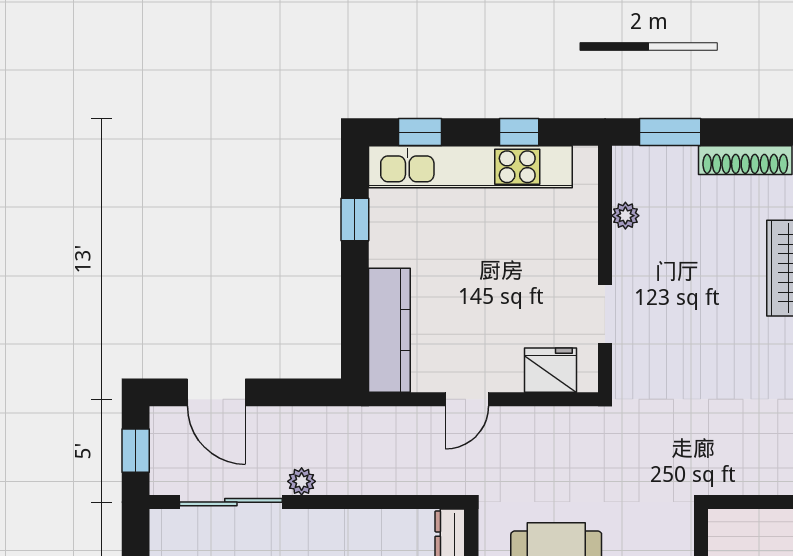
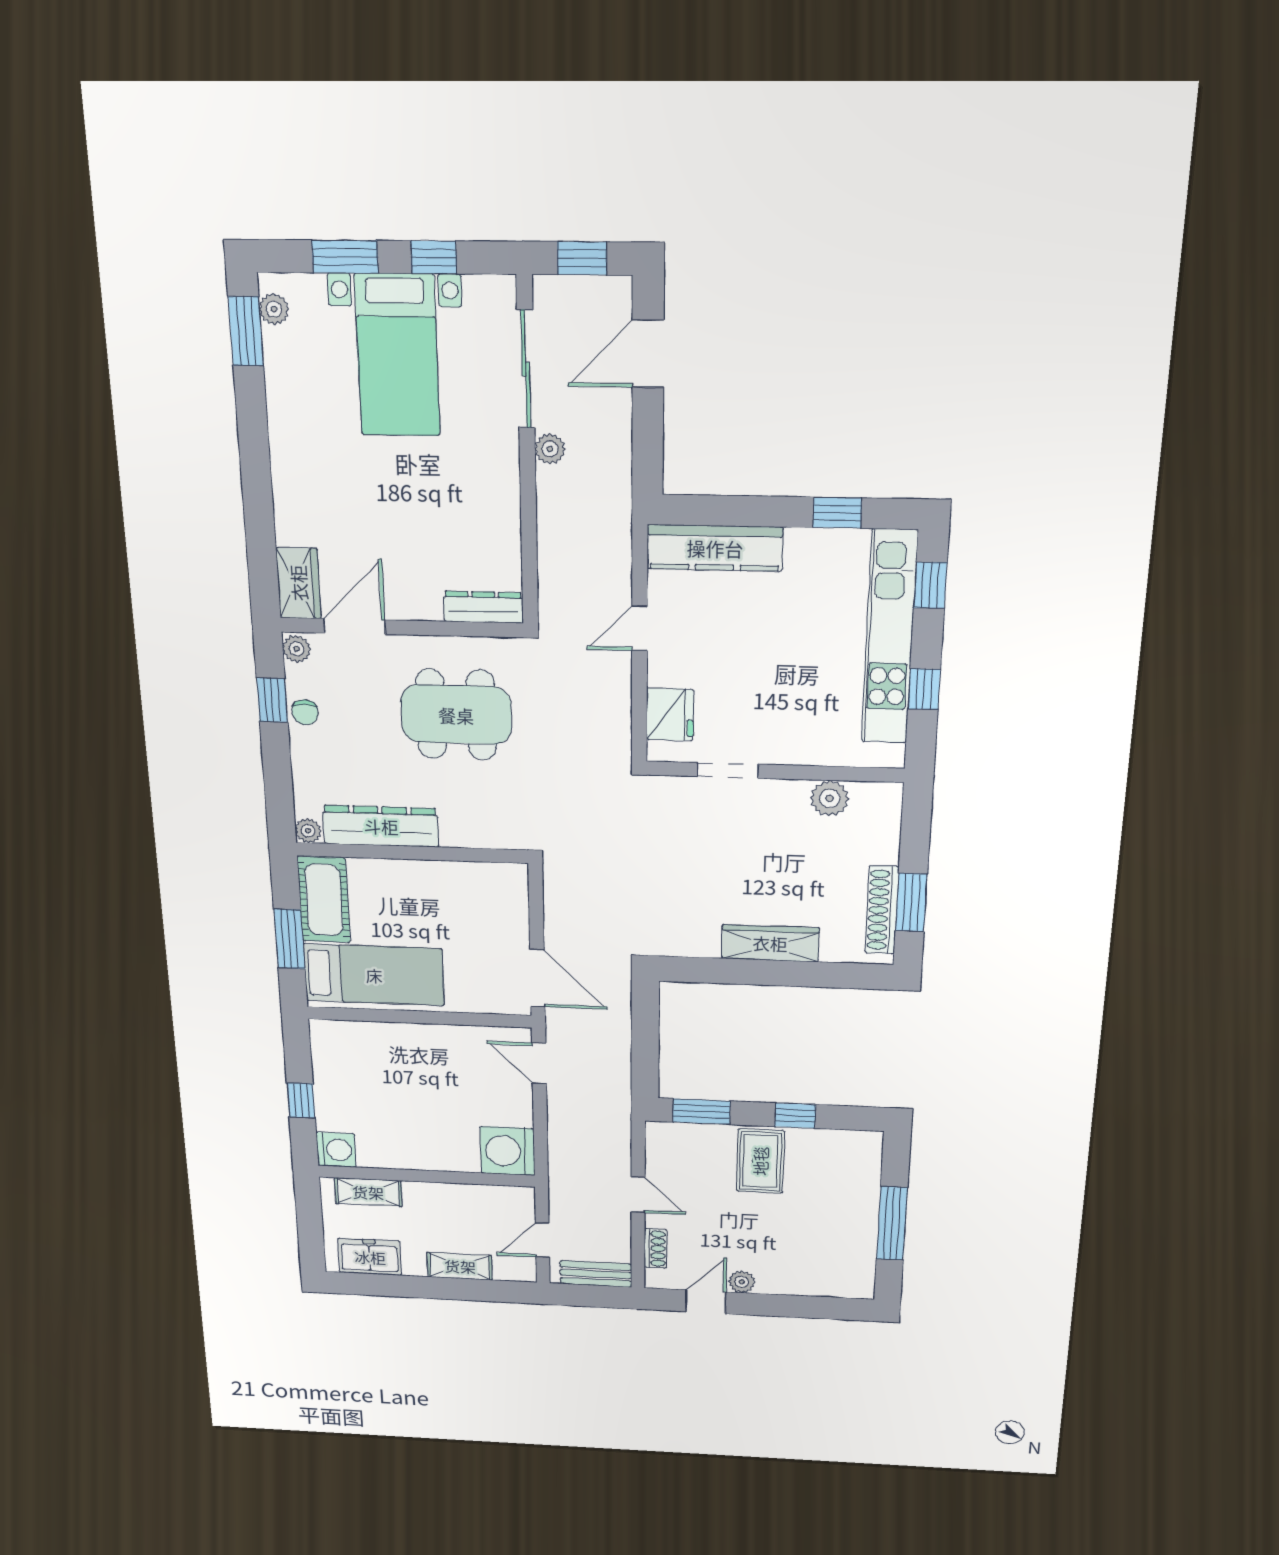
window: (670, 132) -> (911, 902), moved
plant: (625, 216) -> (830, 798), width x1.38, depth x1.38
door: (467, 399) -> (640, 628), hinge flipped

